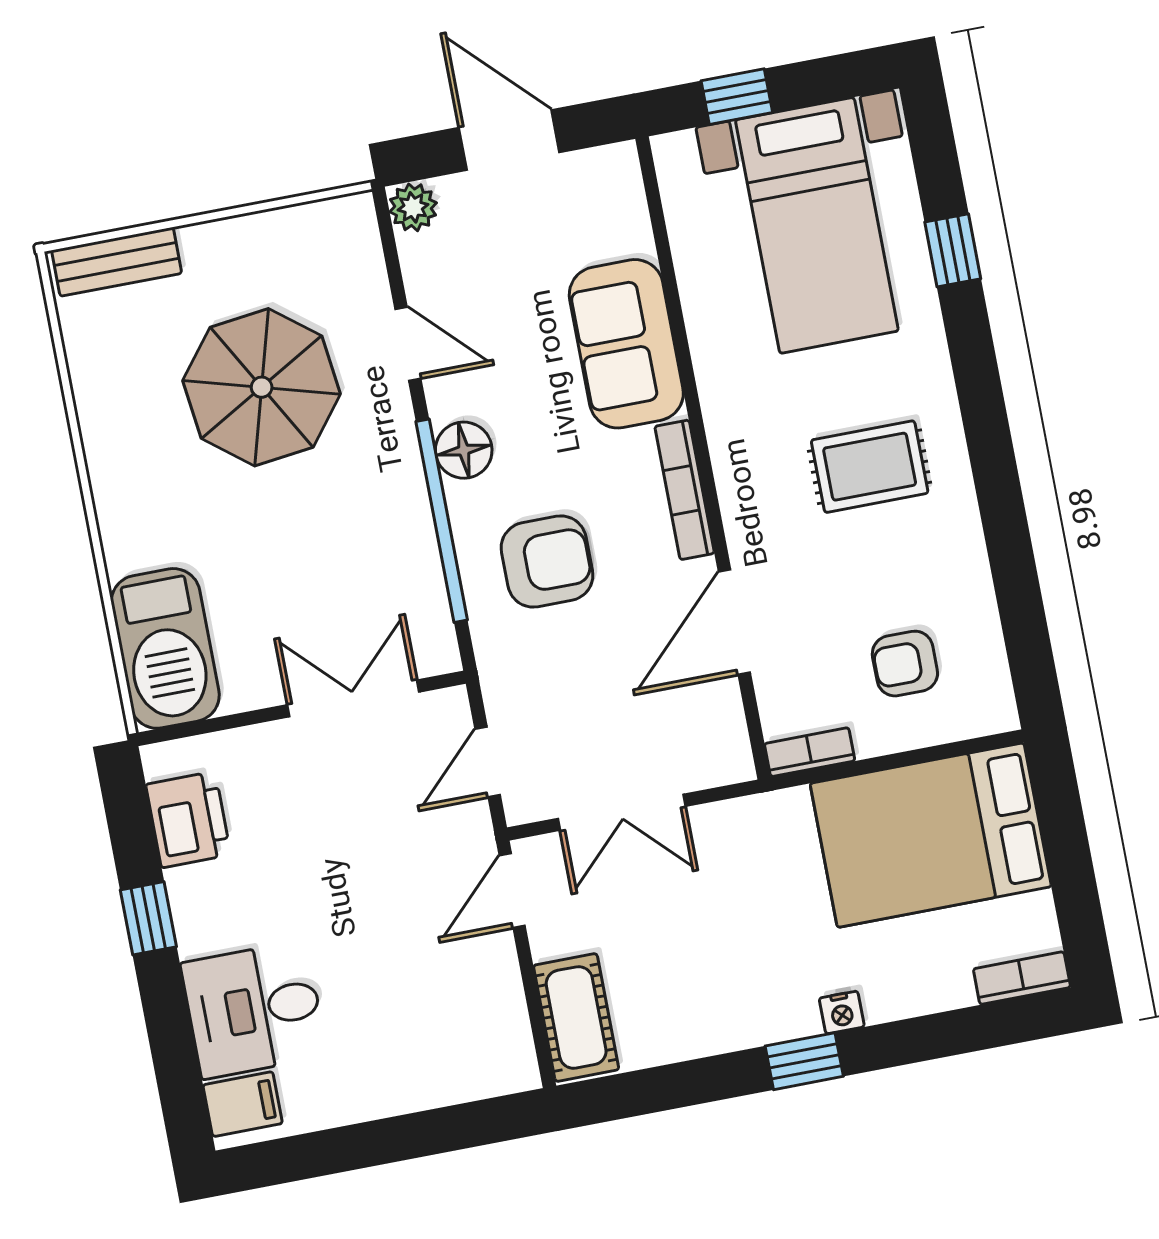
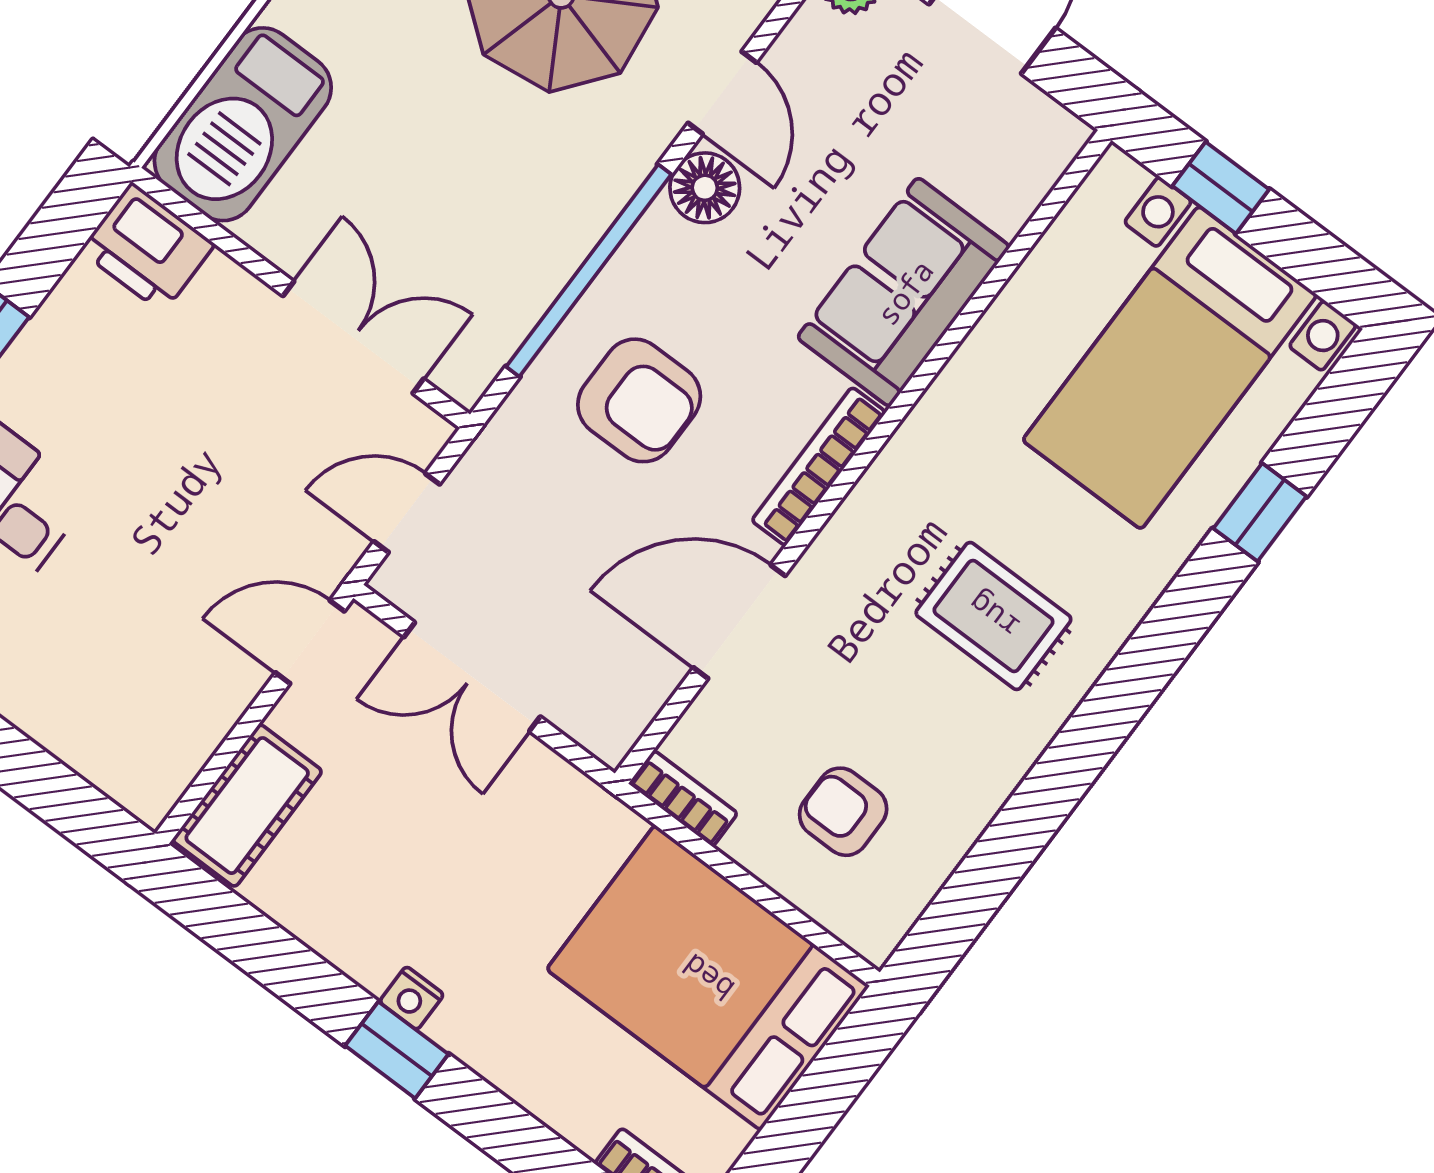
floor lamp: (464, 450) -> (705, 188), moved
printer: (188, 820) -> (147, 247), moved, turned 90
nightstand: (842, 1012) -> (412, 998), moved

